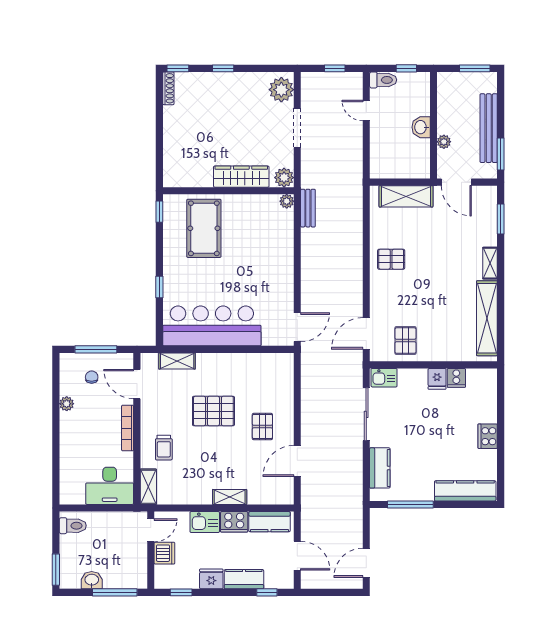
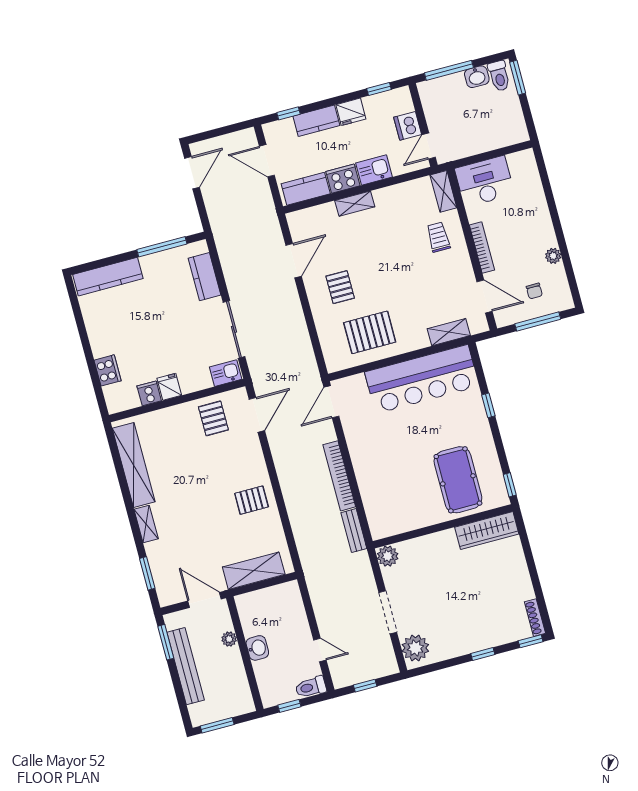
wardrobe: (241, 177) -> (487, 531), moved
plant: (287, 201) -> (378, 532), removed
bookcase: (308, 260) -> (339, 476), added
pallet: (213, 411) -> (370, 332), moved
cooker: (488, 436) -> (108, 370), moved
toilet: (73, 526) -> (499, 76), moved, turned -90

